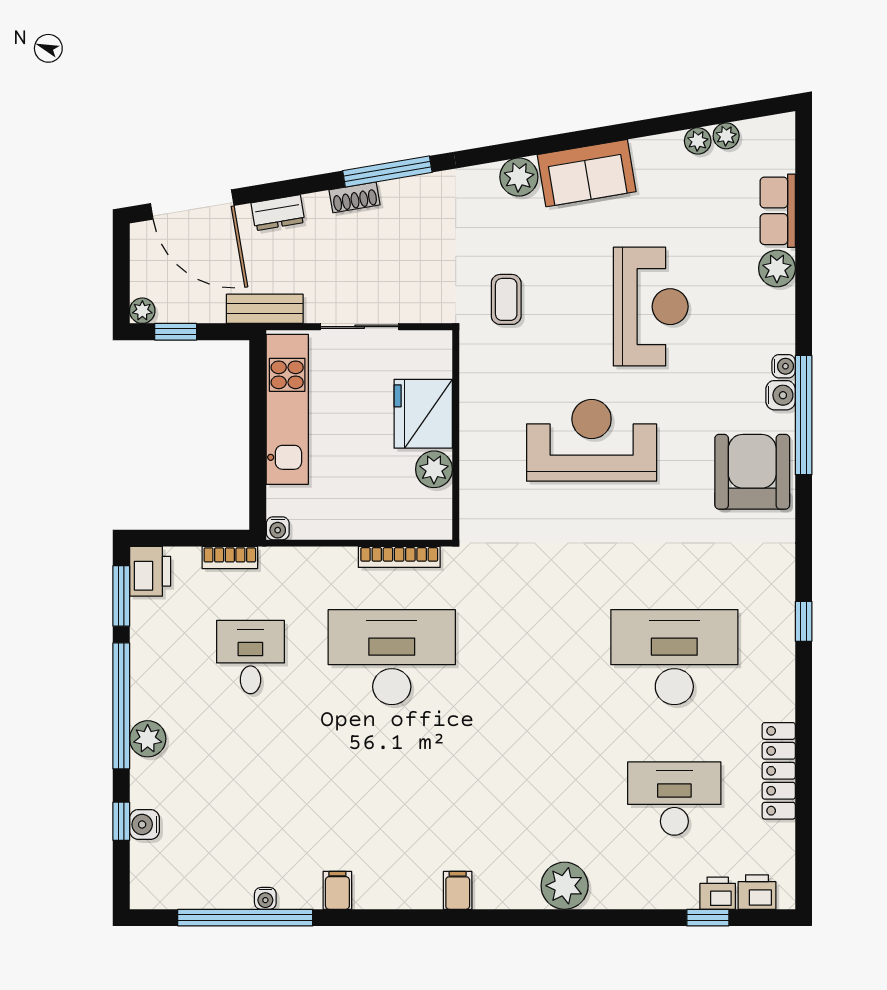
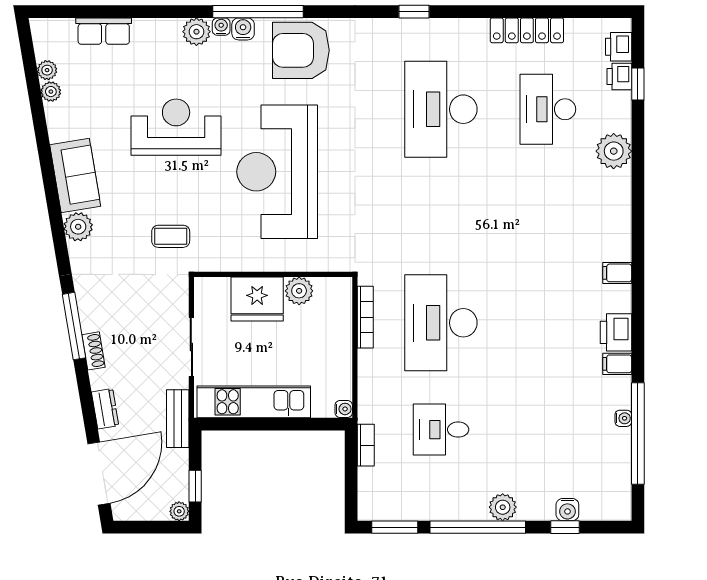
plant: (777, 268) -> (196, 32), moved
reception desk: (592, 440) -> (277, 172), width x1.36, depth x1.30
printer: (150, 571) -> (616, 332), moved, turned -90
plant: (565, 886) -> (614, 151), moved

